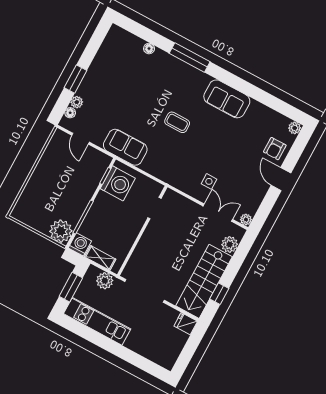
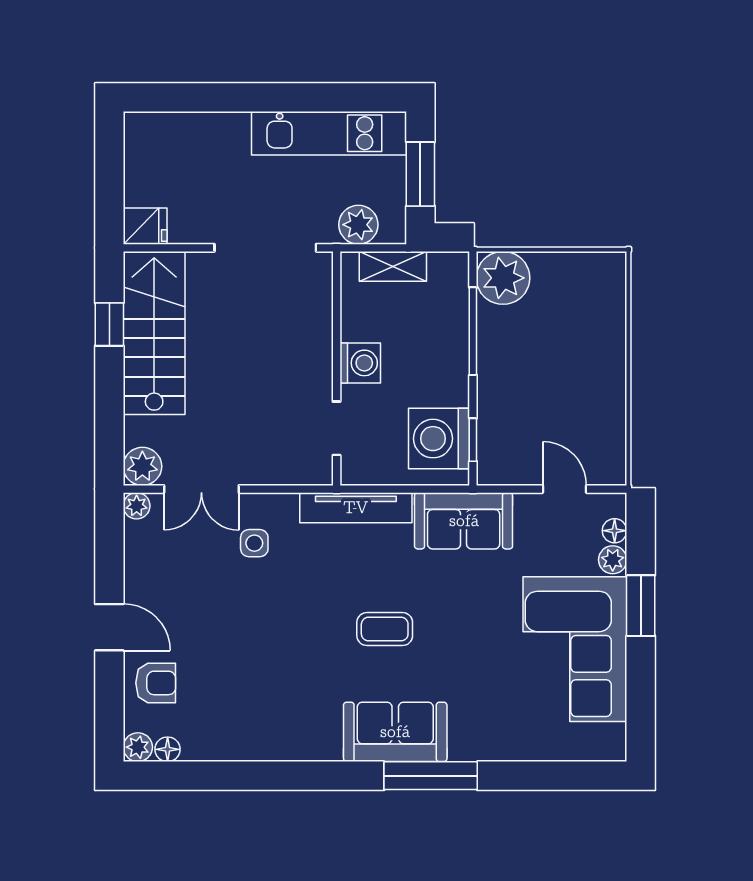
floor lamp: (149, 49) -> (168, 749), moved
corner sofa: (109, 76) -> (575, 649), added
sofa: (227, 99) -> (395, 732), moved
armchair: (275, 149) -> (156, 683), turned 90
tv unit: (163, 174) -> (356, 508), added
washing machine: (80, 244) -> (360, 363), moved, turned -90
plant: (230, 244) -> (142, 466), moved

